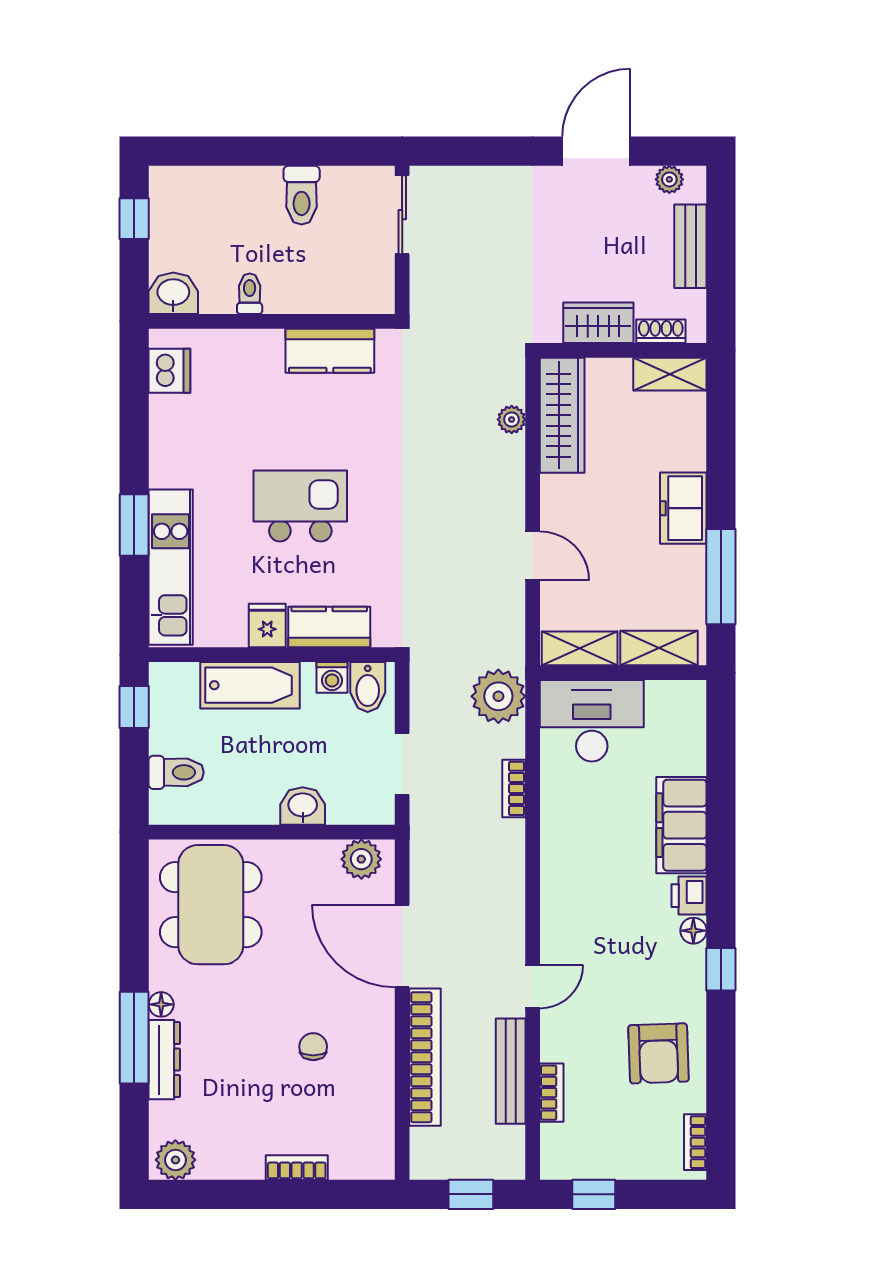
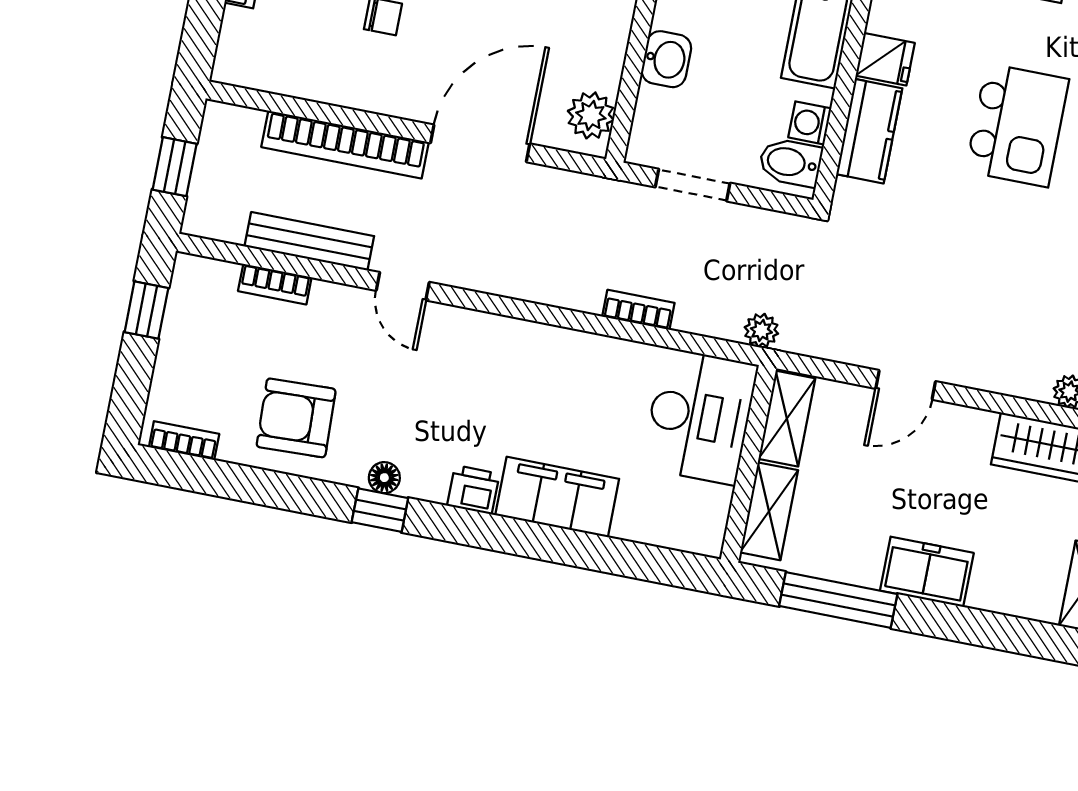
plant: (498, 696) -> (761, 330), width x0.53, depth x0.53
floor lamp: (693, 931) -> (384, 478), moved

